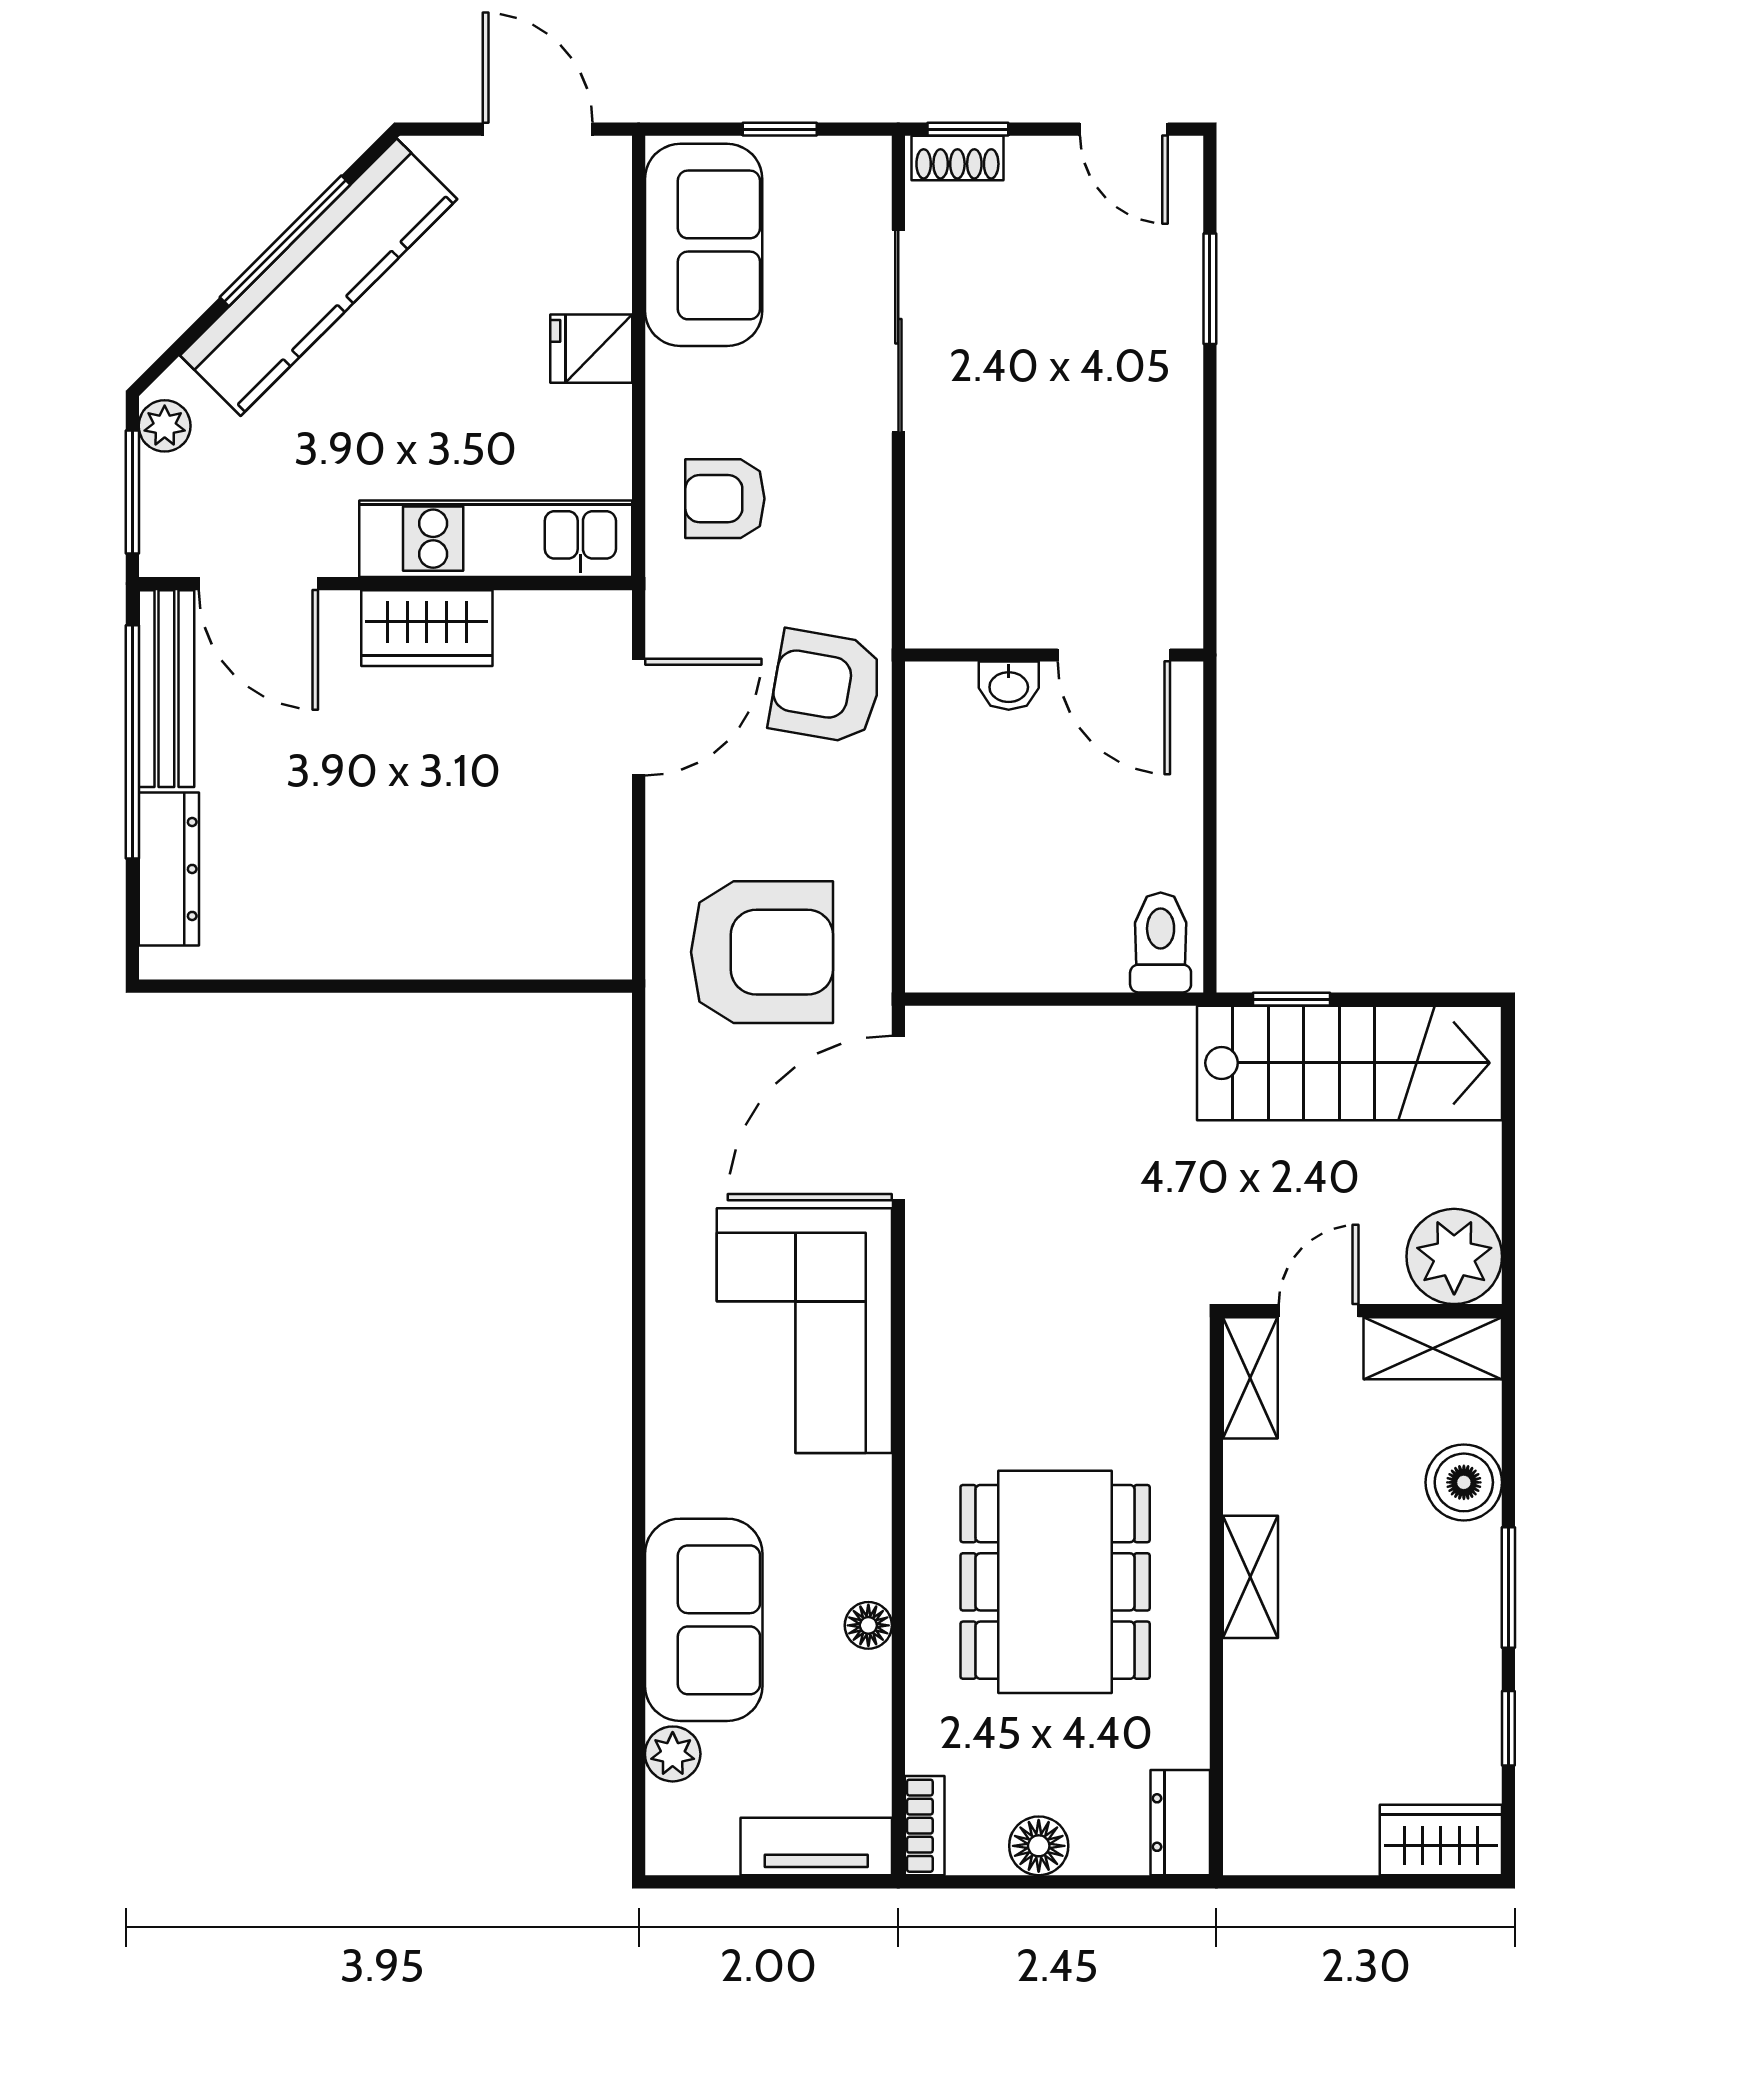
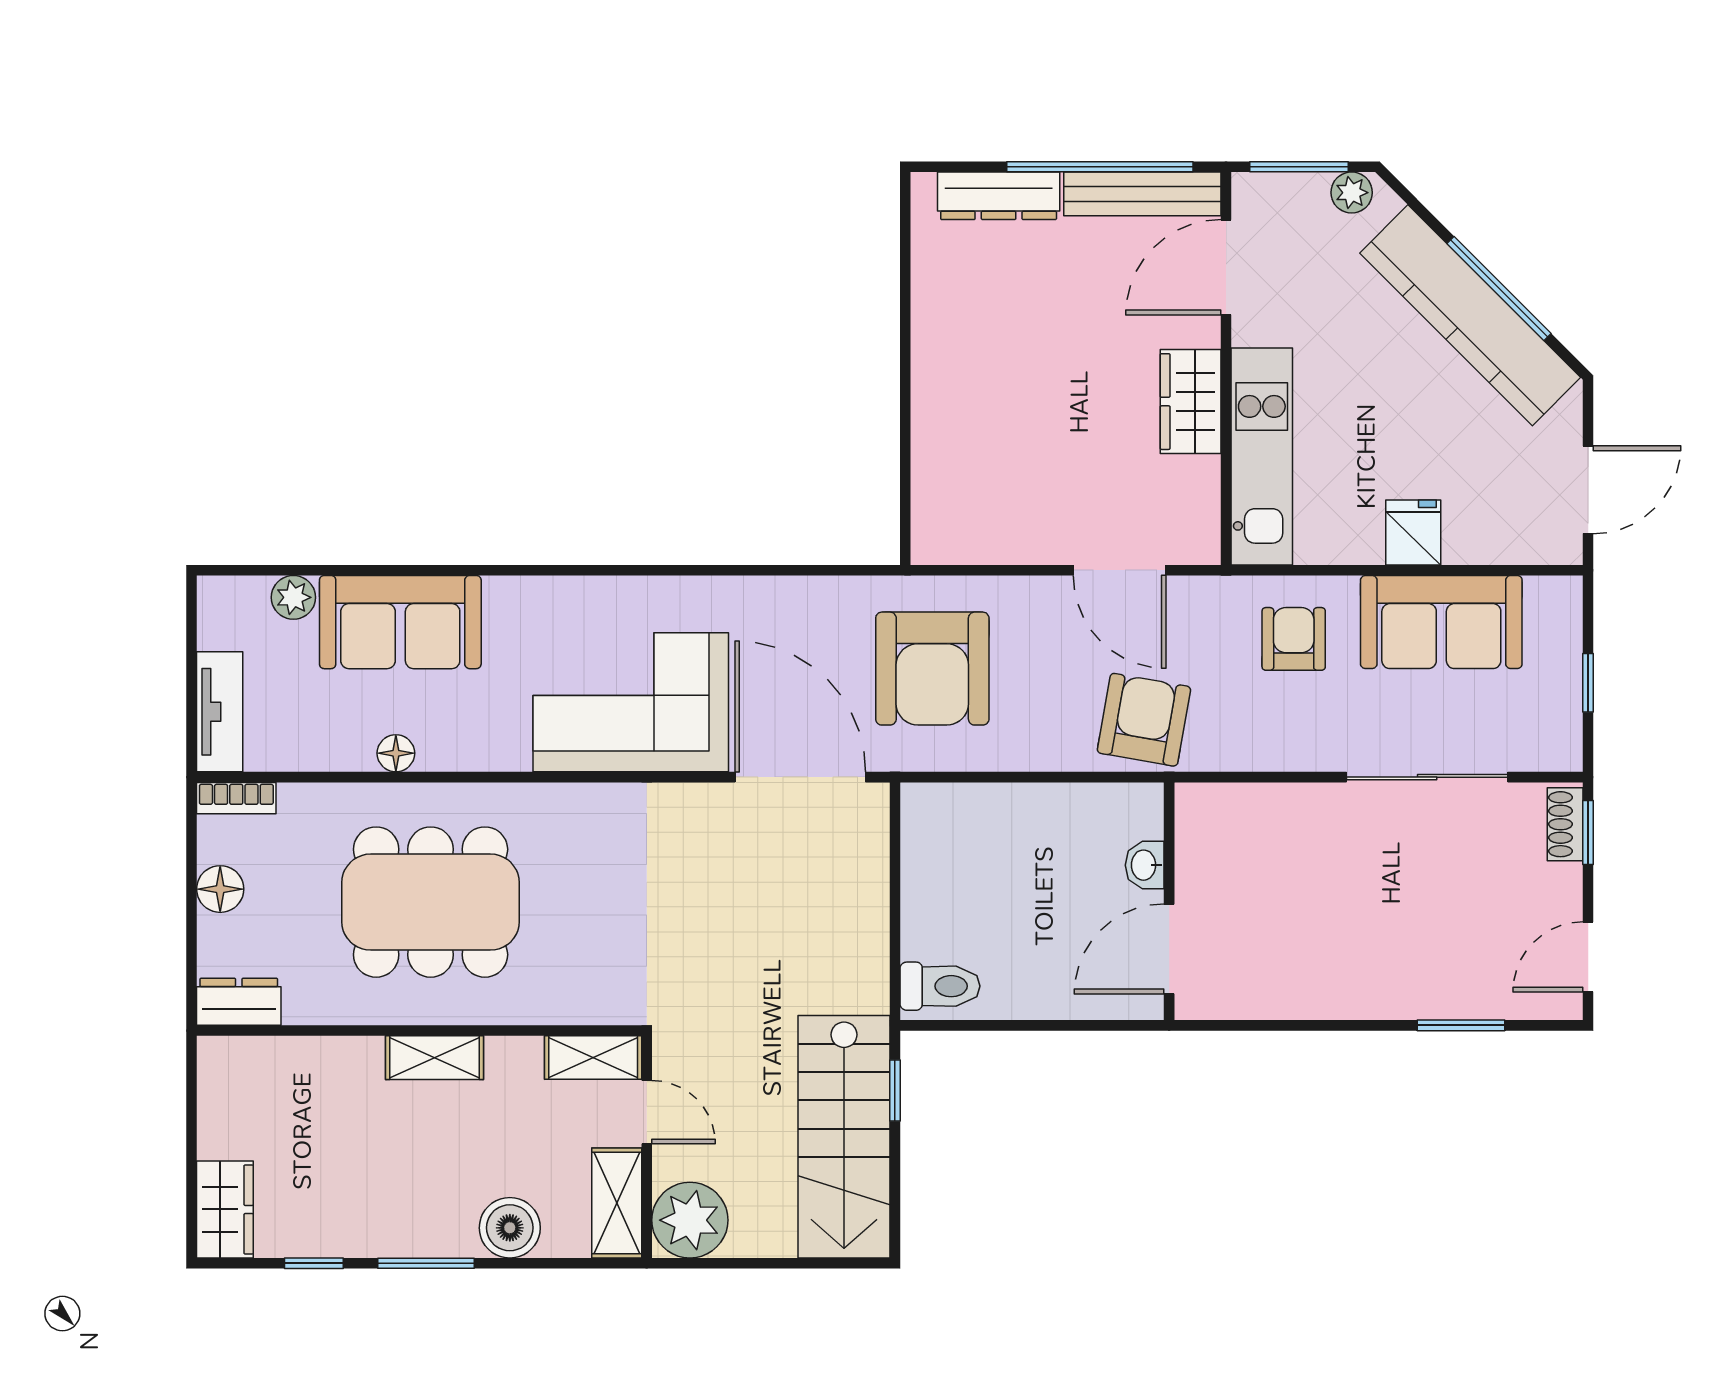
sofa: (704, 245) -> (1441, 622), moved

